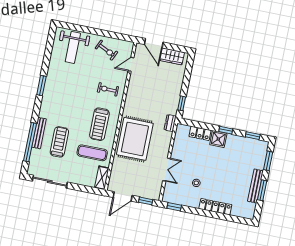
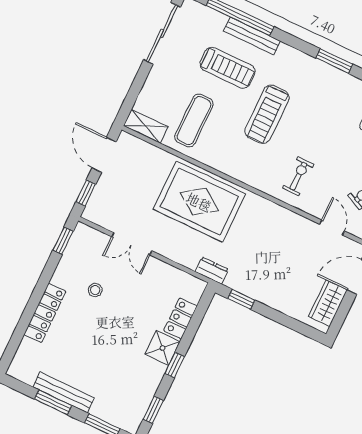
treadmill: (99, 124) -> (267, 114), moved, turned -90

